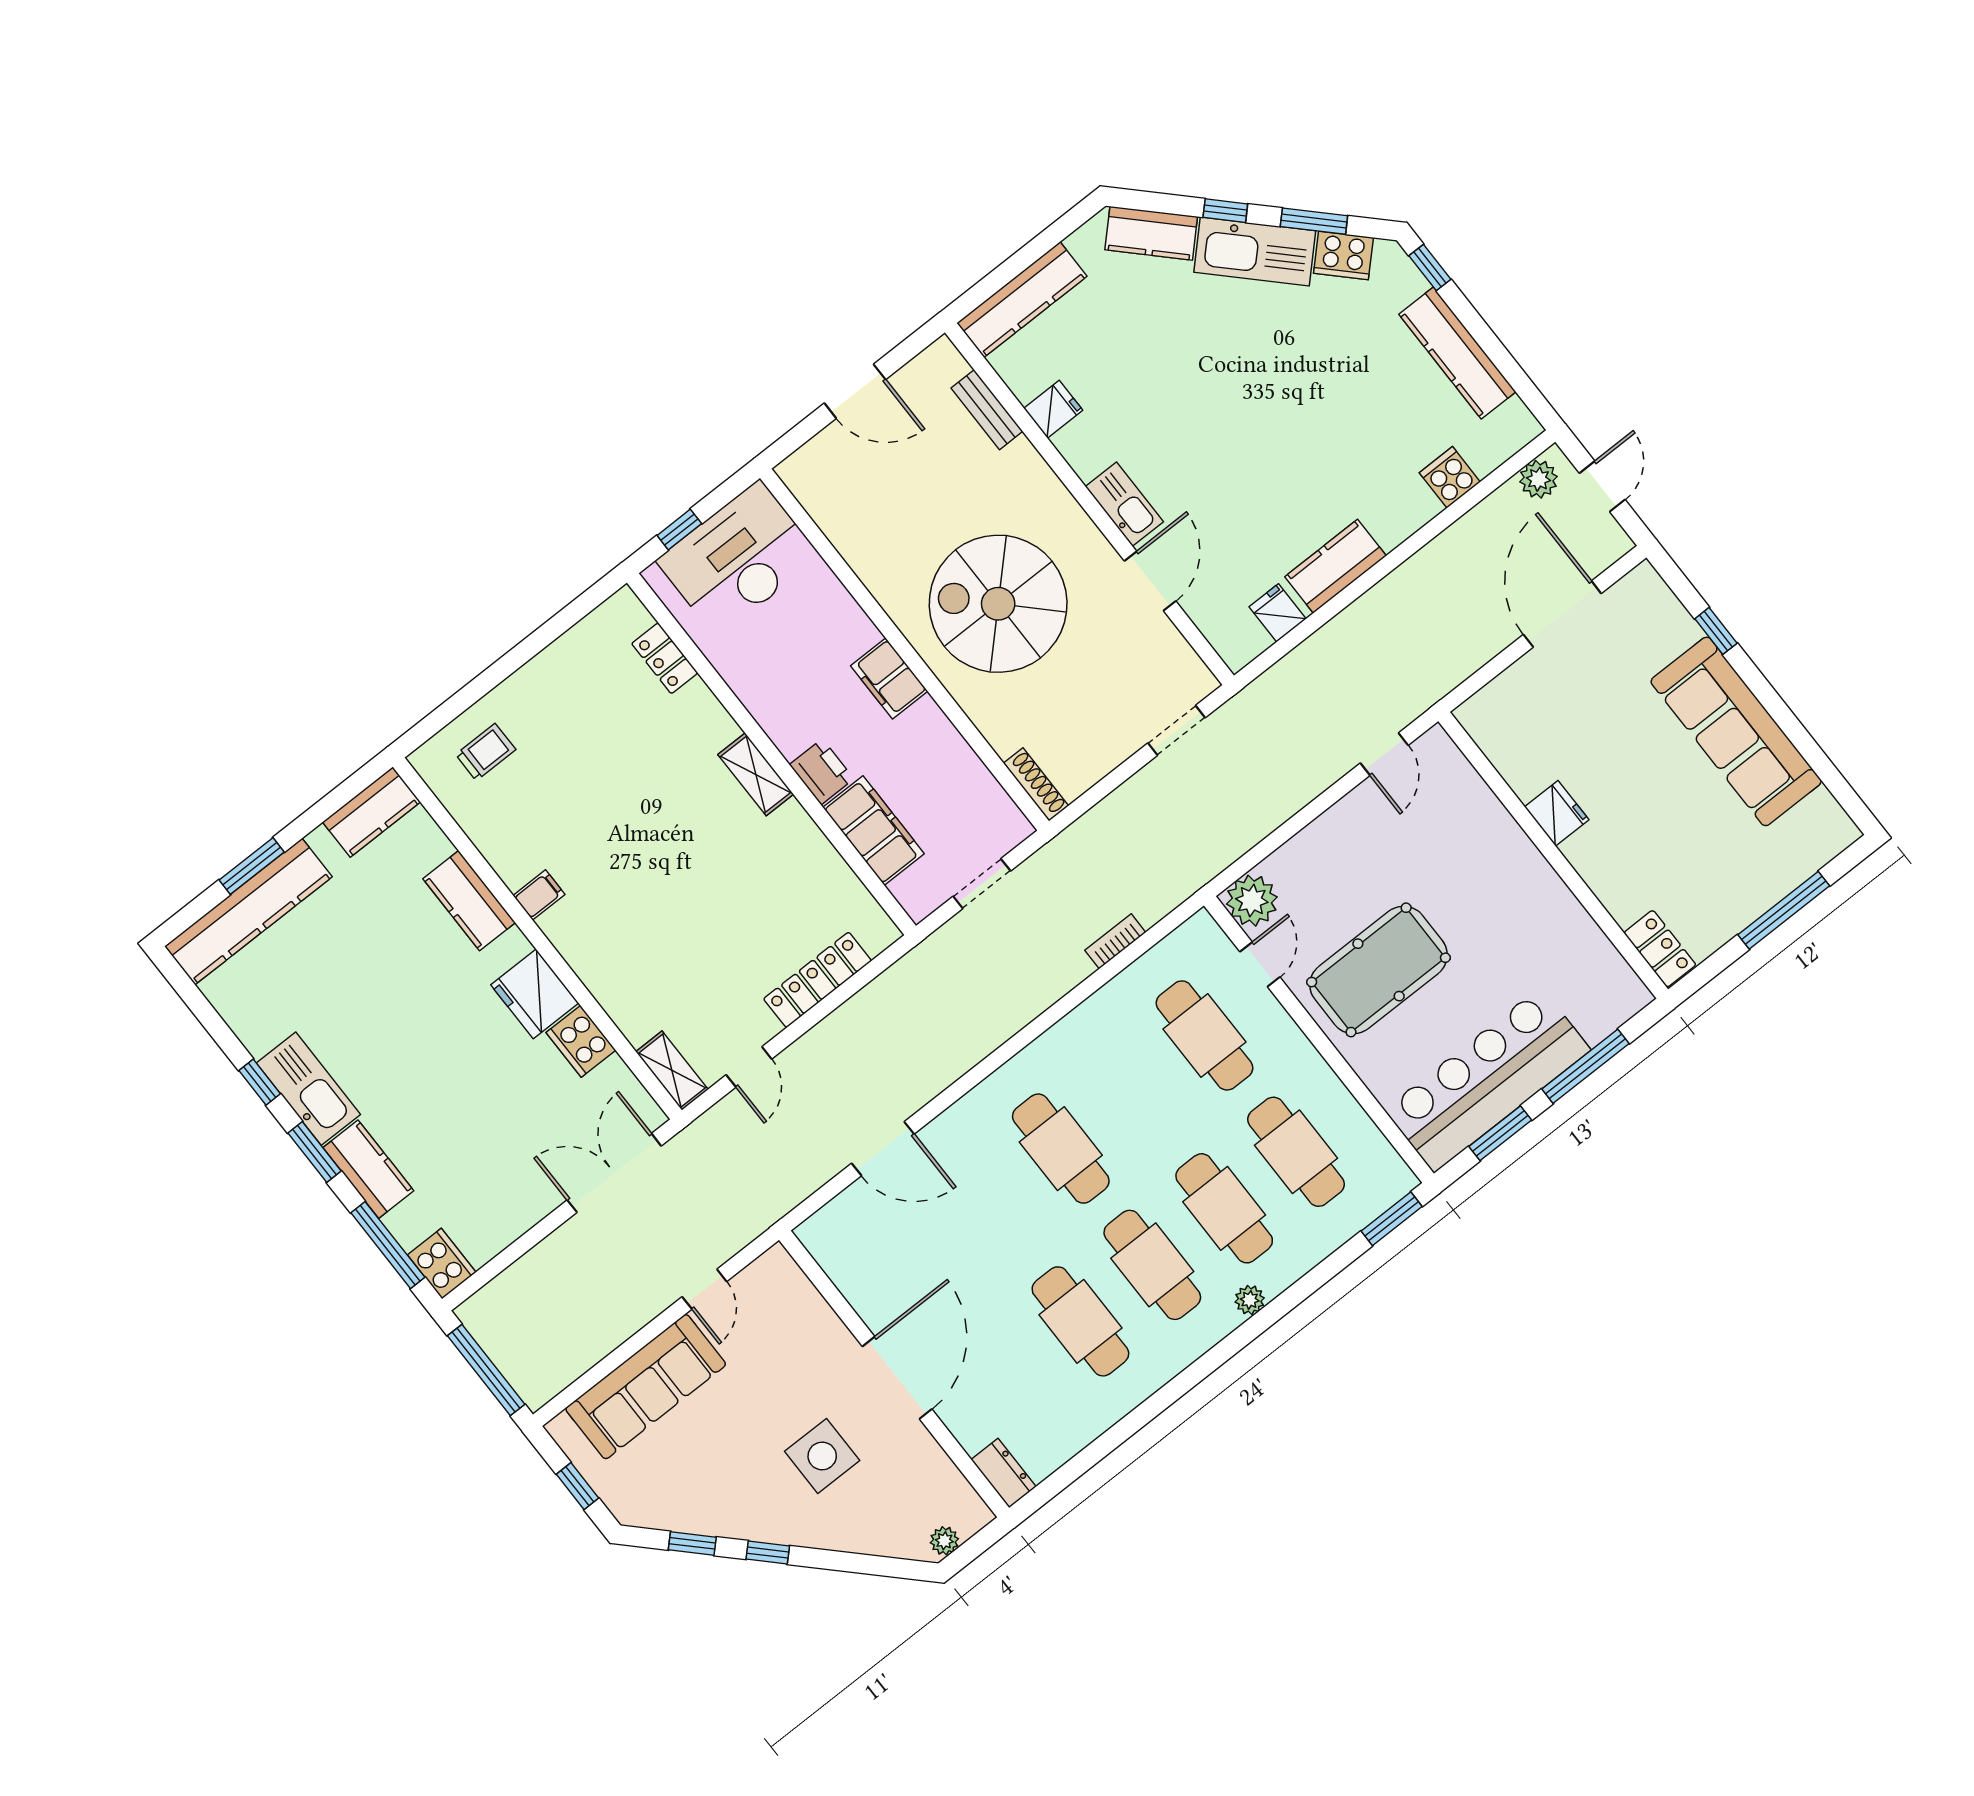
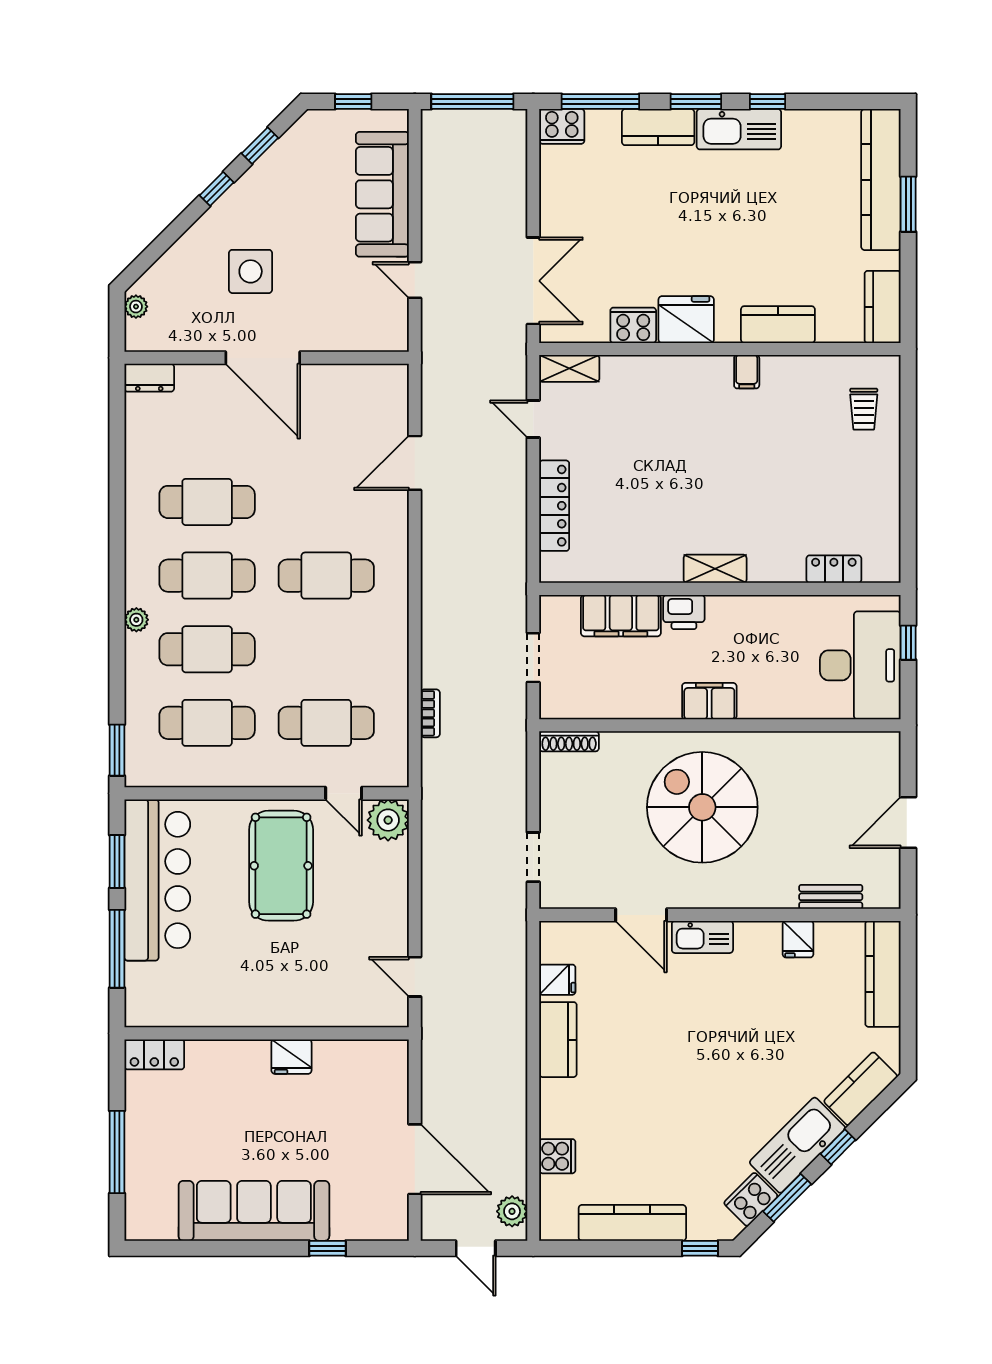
spiral stairs: (998, 604) -> (702, 807), turned -90

